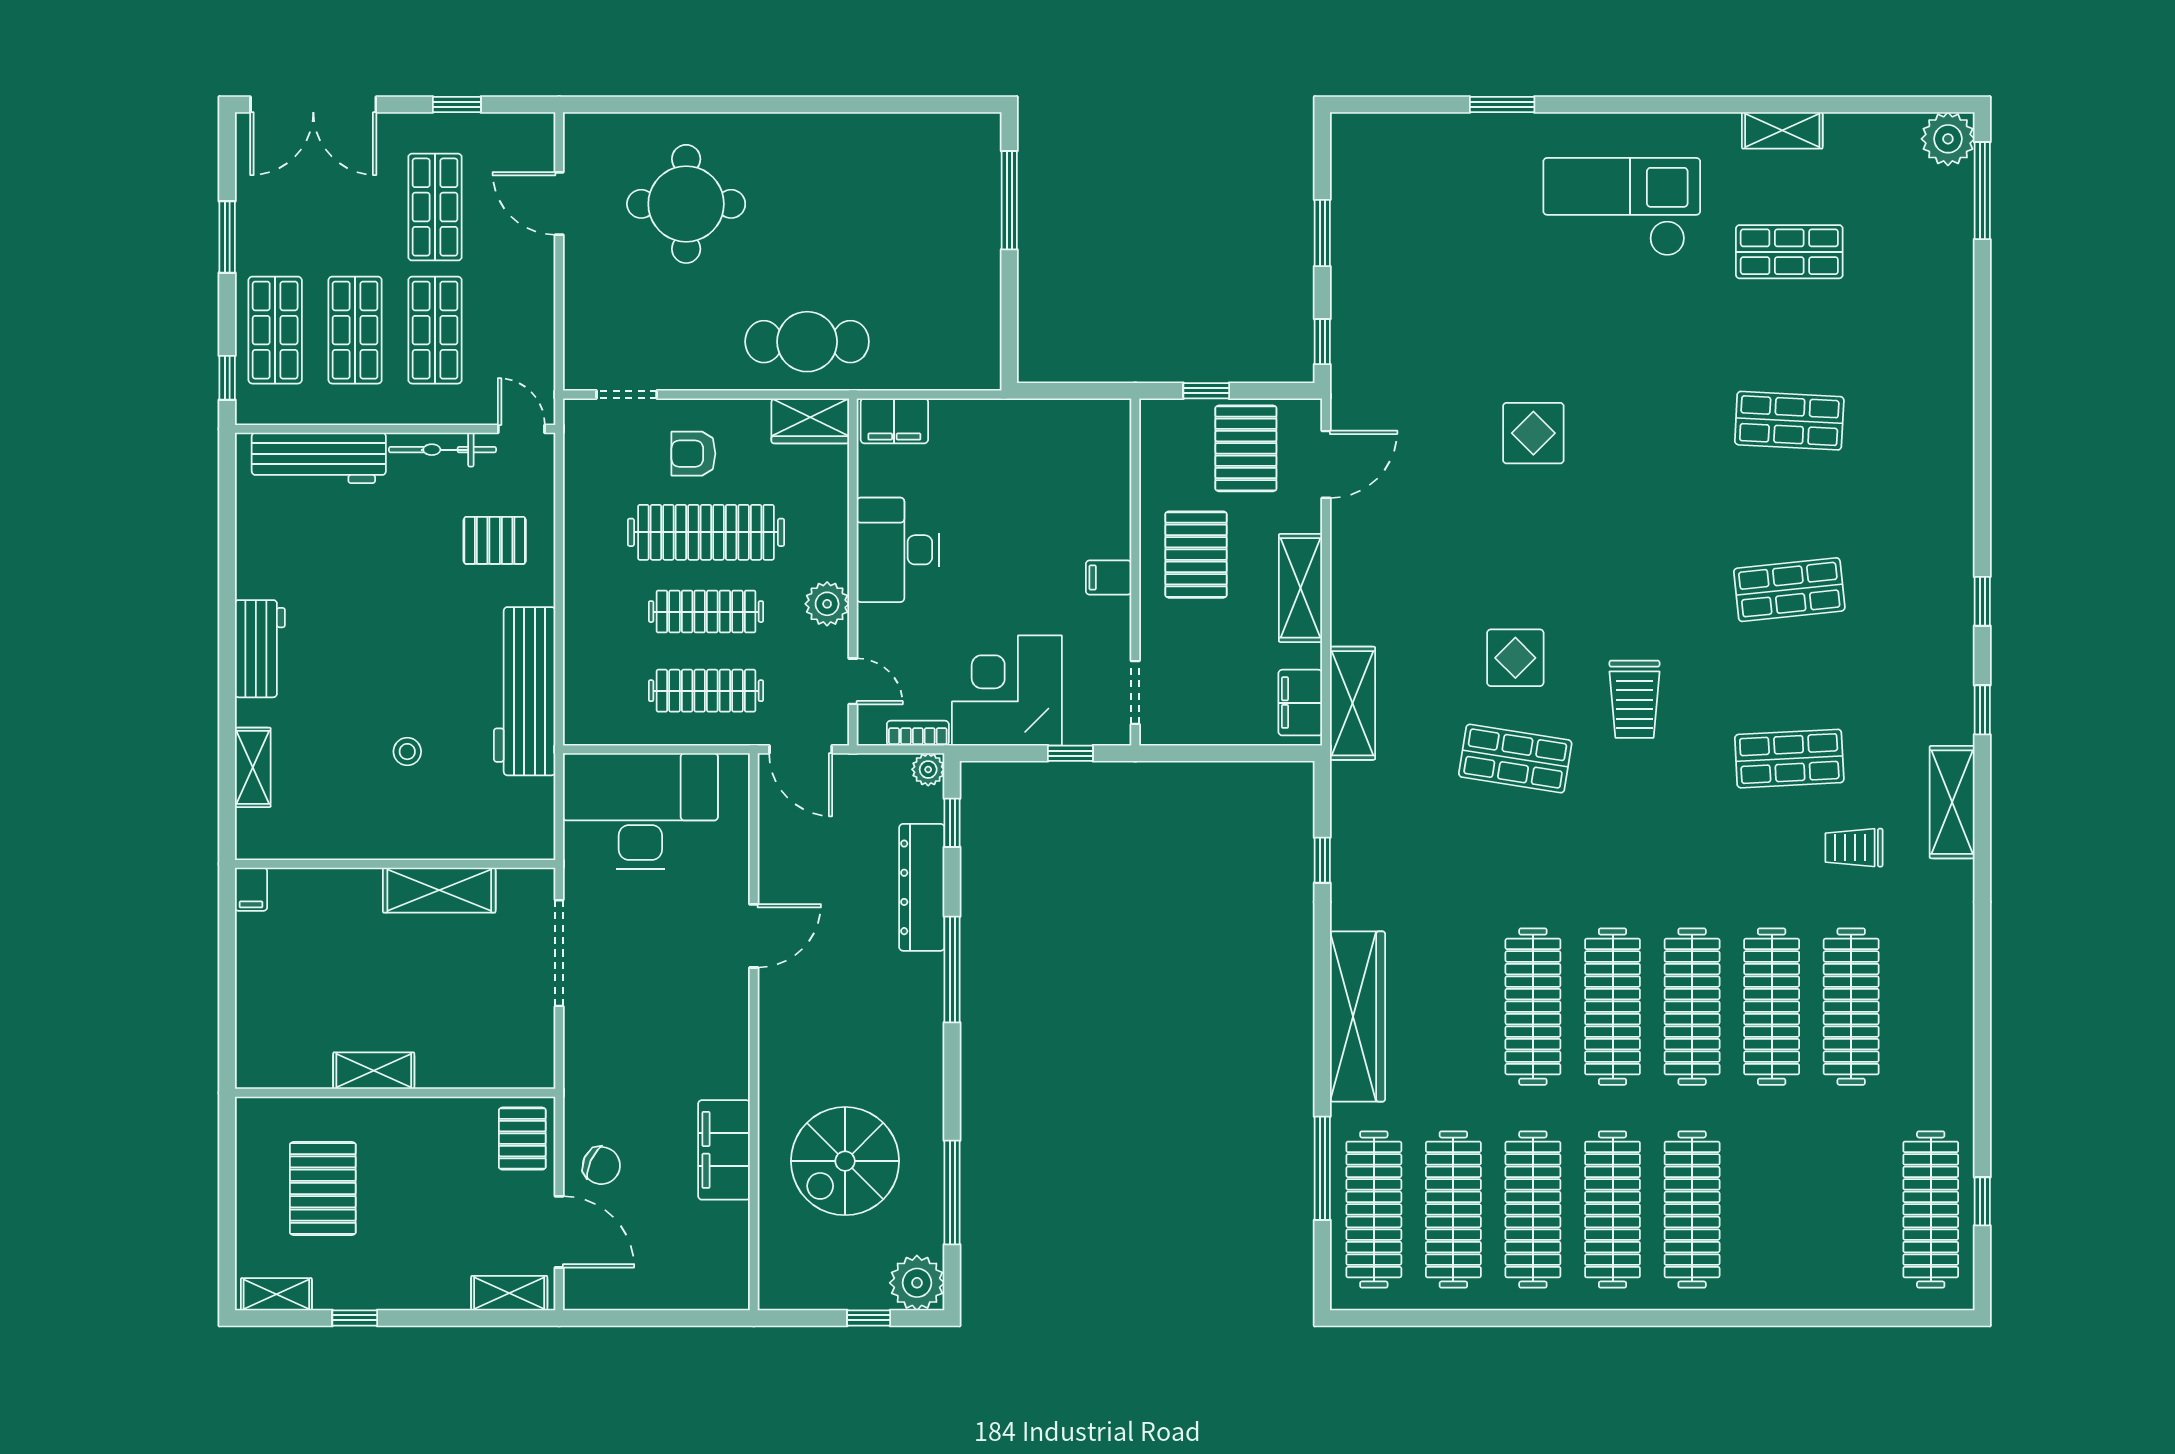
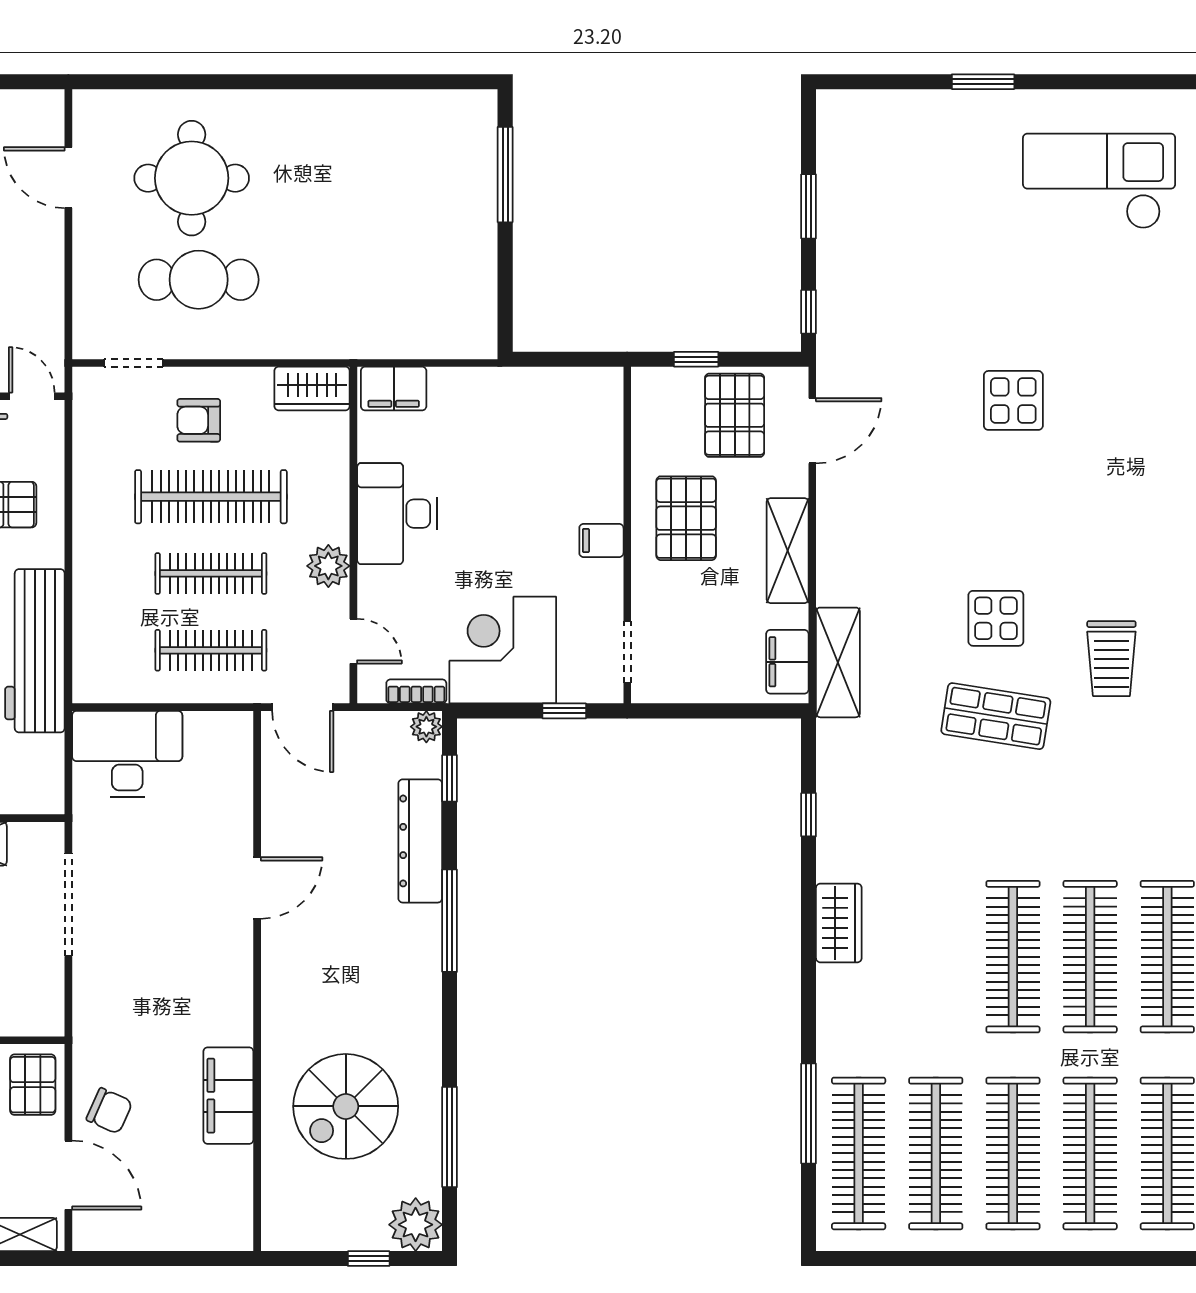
cafe table: (807, 342) -> (199, 280), moved
desk: (640, 811) -> (127, 754), width x0.73, depth x0.77
wardrobe: (1357, 1016) -> (839, 923), width x0.48, depth x0.85

